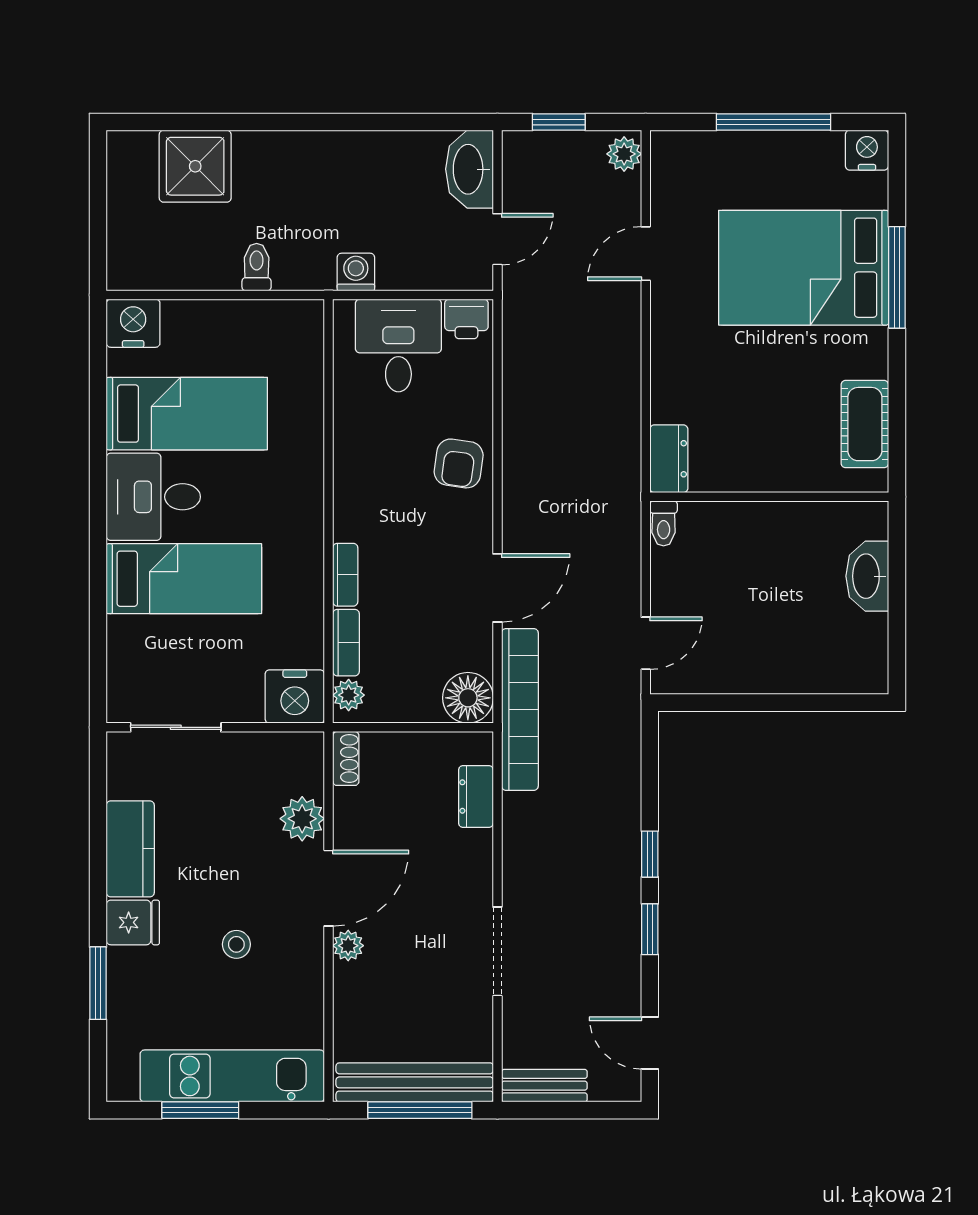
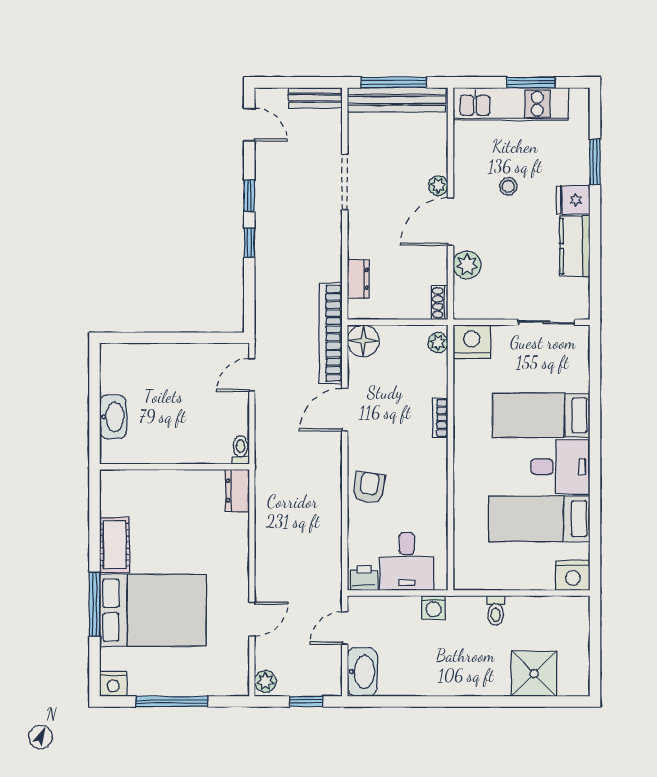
cot: (865, 424) -> (115, 545), moved
bookcase: (346, 643) -> (440, 375), removed

